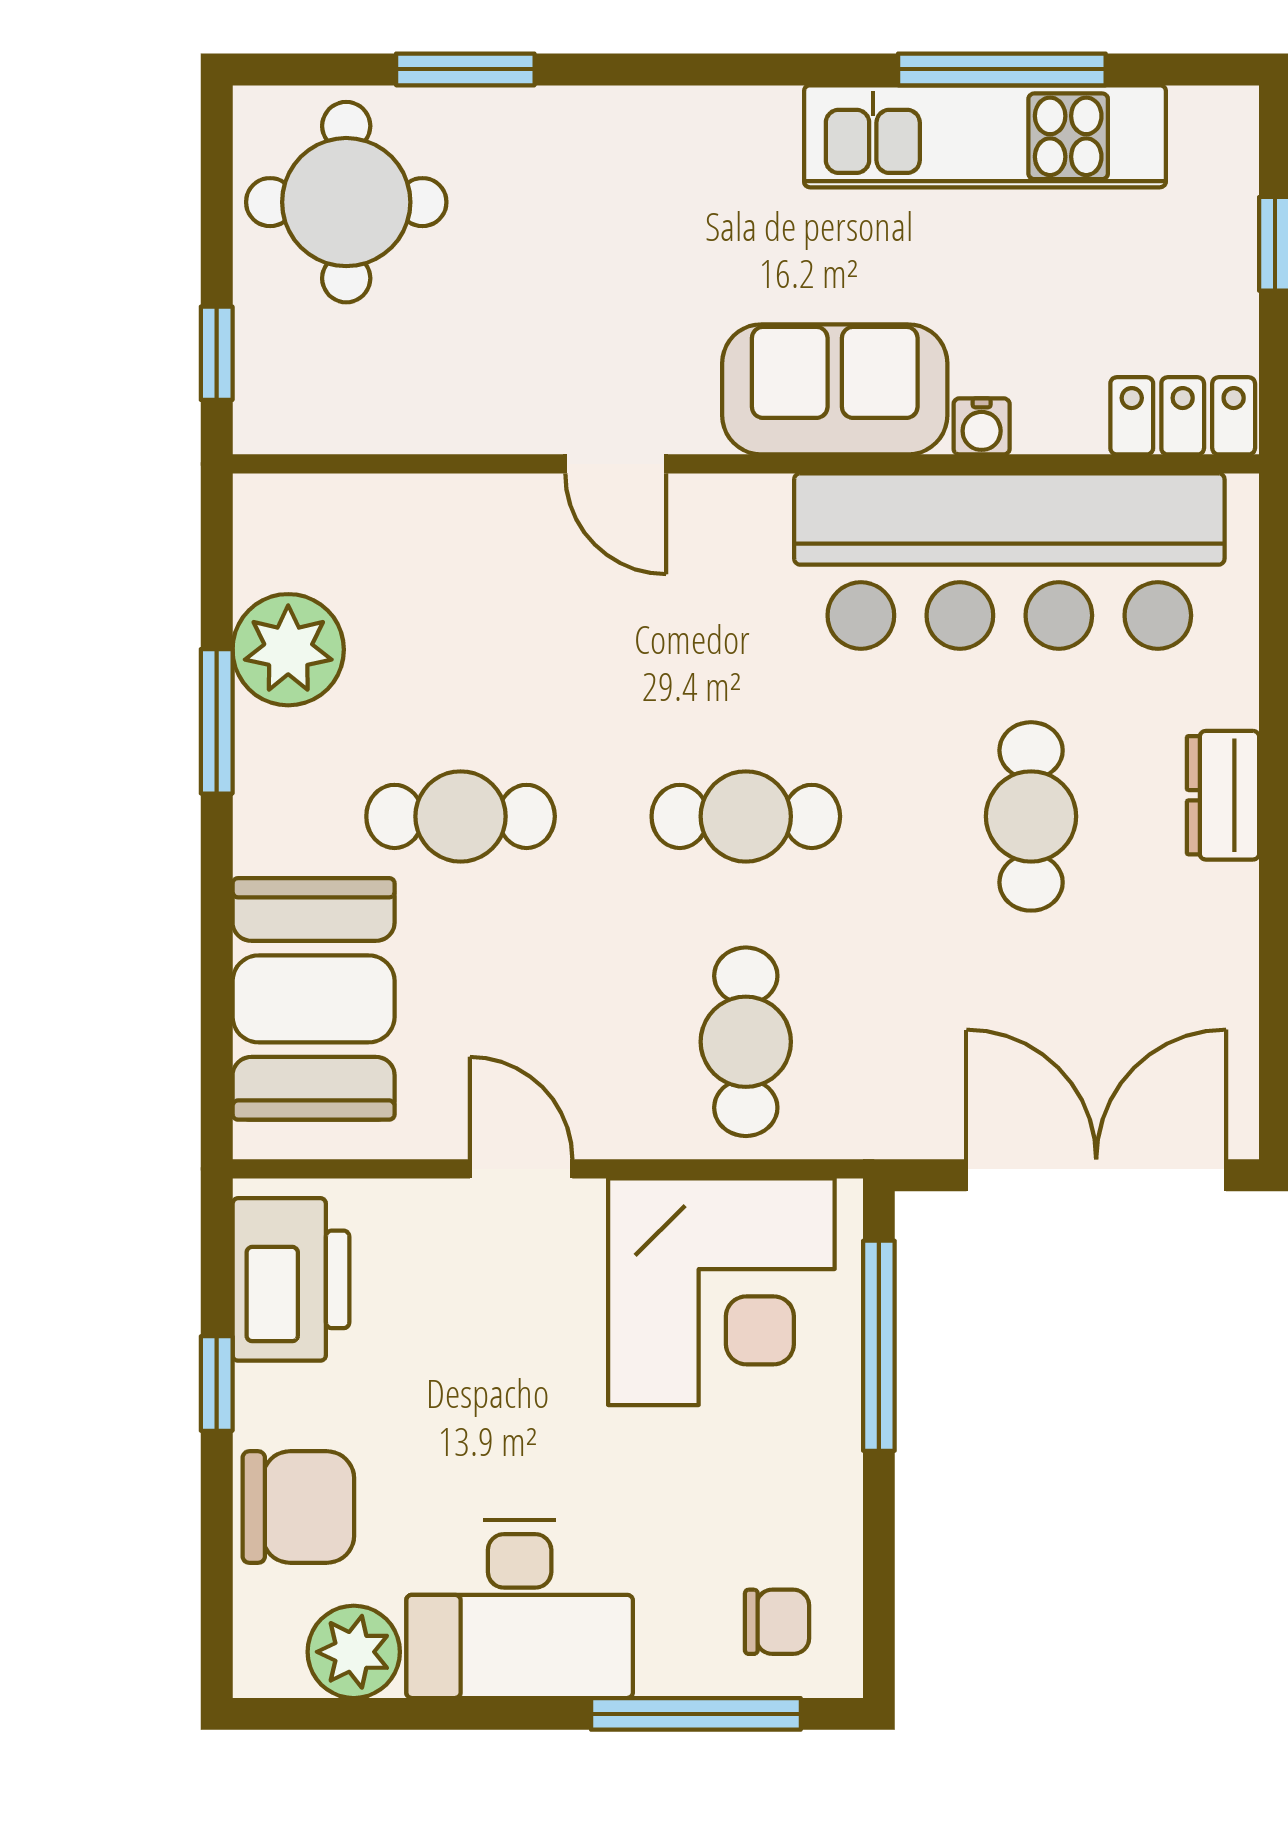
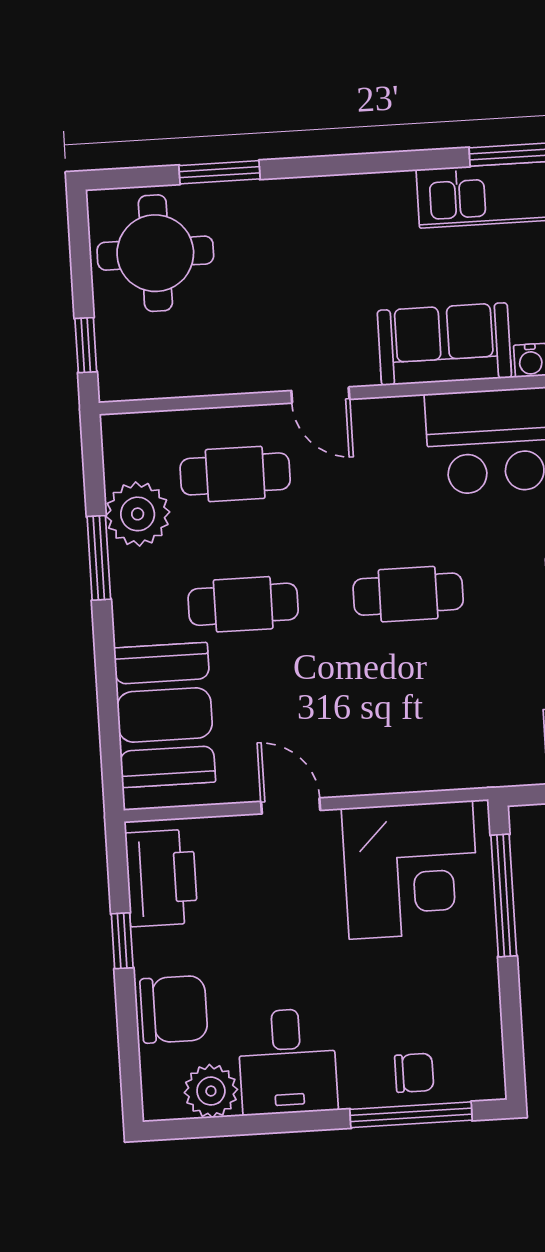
cafe table: (746, 1042) -> (235, 474), moved, turned 90
desk: (520, 1609) -> (288, 1061), width x0.73
chair: (777, 1622) -> (414, 1073), moved

